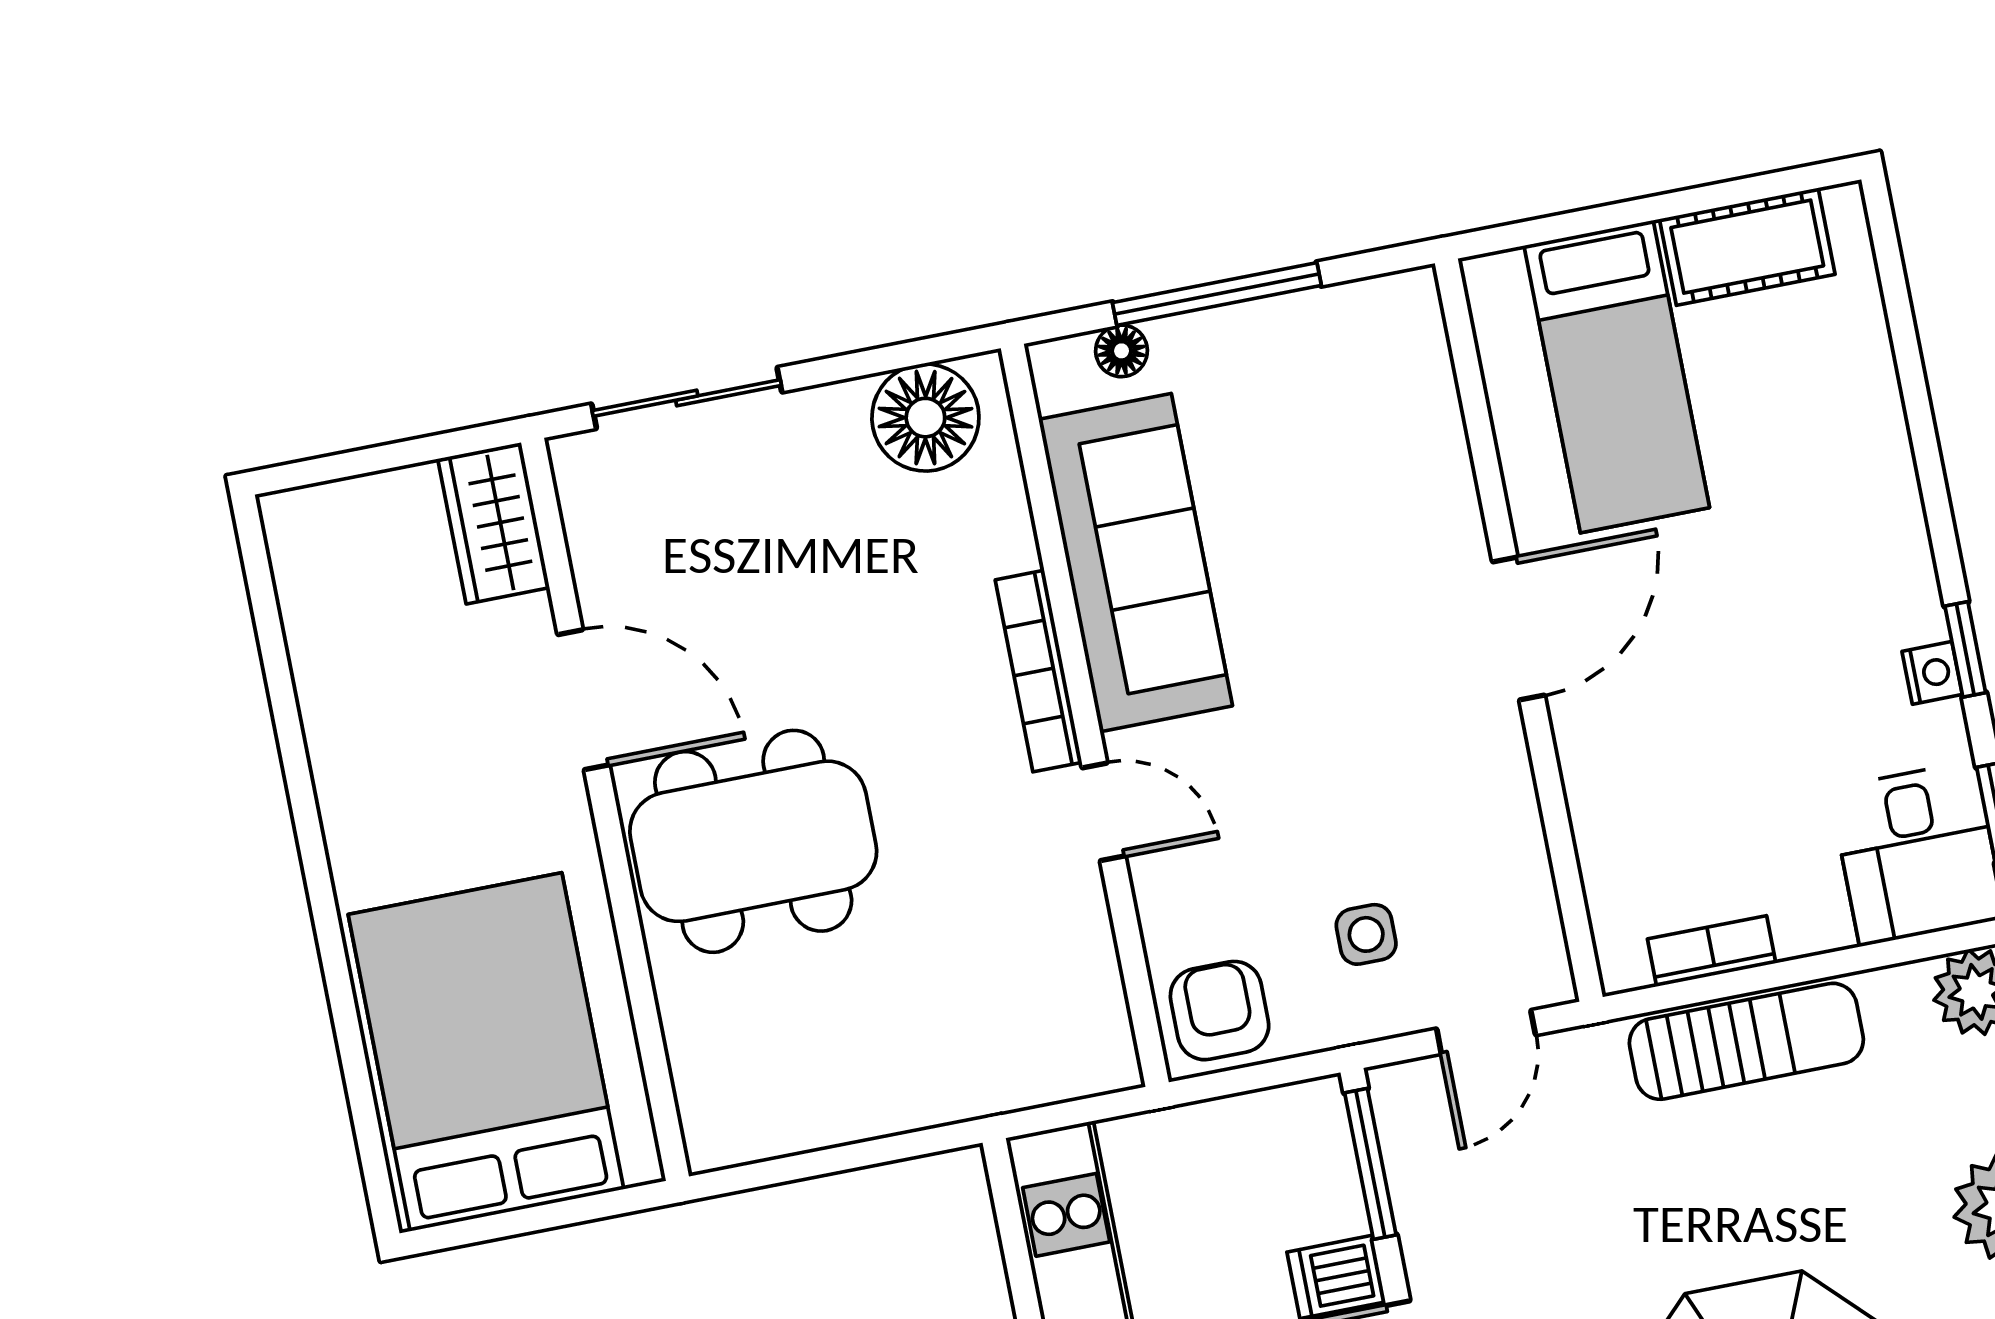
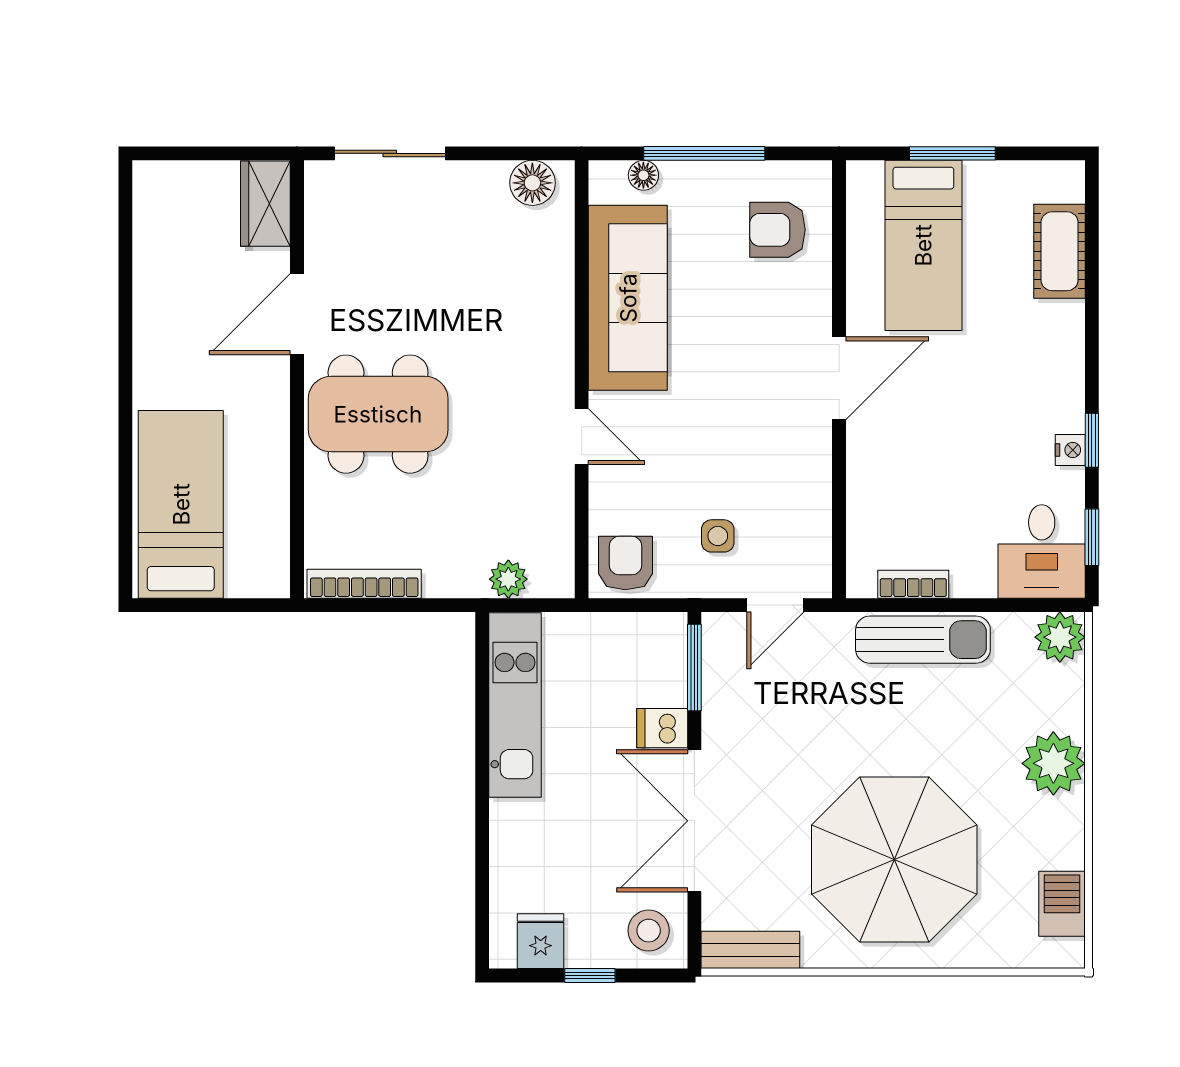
window: (1635, 212) -> (952, 153), added
cot: (1747, 247) -> (1060, 251), moved, turned 90
armchair: (1366, 399) -> (778, 230), added
floor lamp: (925, 418) -> (532, 183), width x0.73, depth x0.73
bookcase: (1039, 671) -> (364, 584), moved, turned 90
door: (583, 700) -> (297, 314), swing flipped
bed: (486, 1052) -> (181, 504), width x0.67
plant: (1027, 1077) -> (508, 579), added

